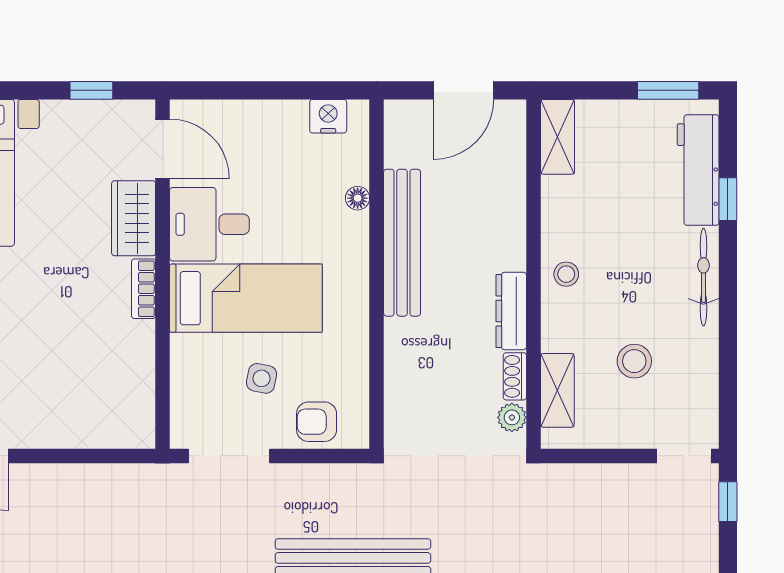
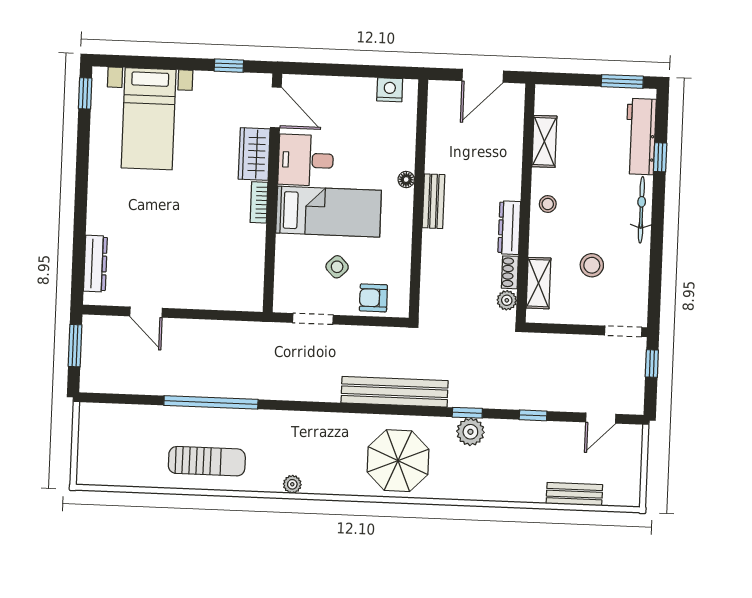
shelving: (558, 137) -> (544, 141), moved
floor lamp: (358, 198) -> (406, 180), moved
bench: (402, 243) -> (433, 201), width x0.54, depth x0.82
side table: (262, 378) -> (337, 267), turned 35
doorway: (229, 456) -> (313, 319), width x0.73

